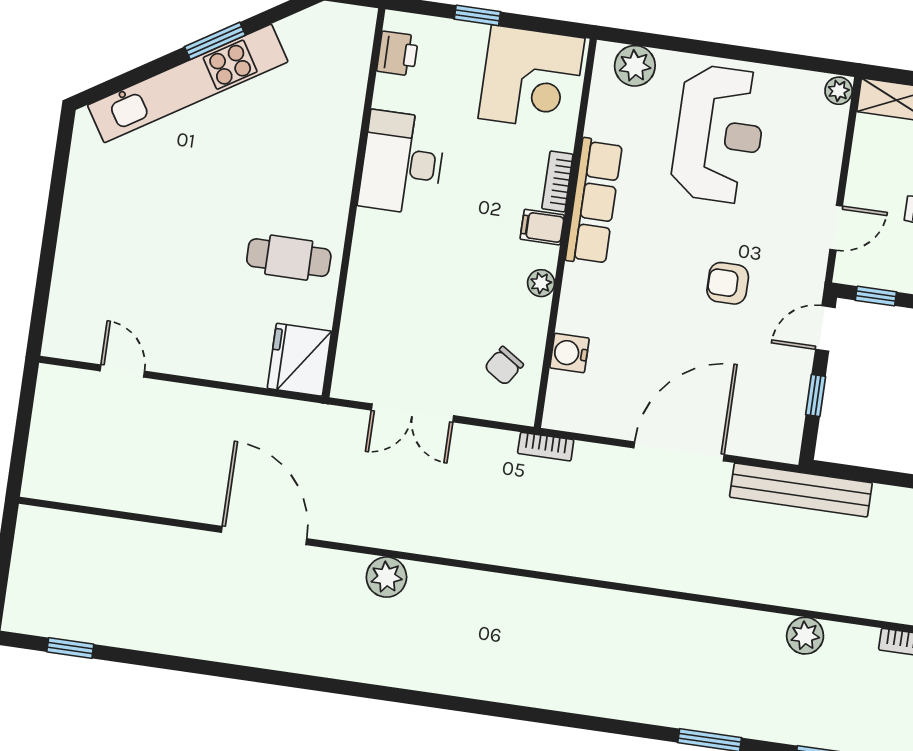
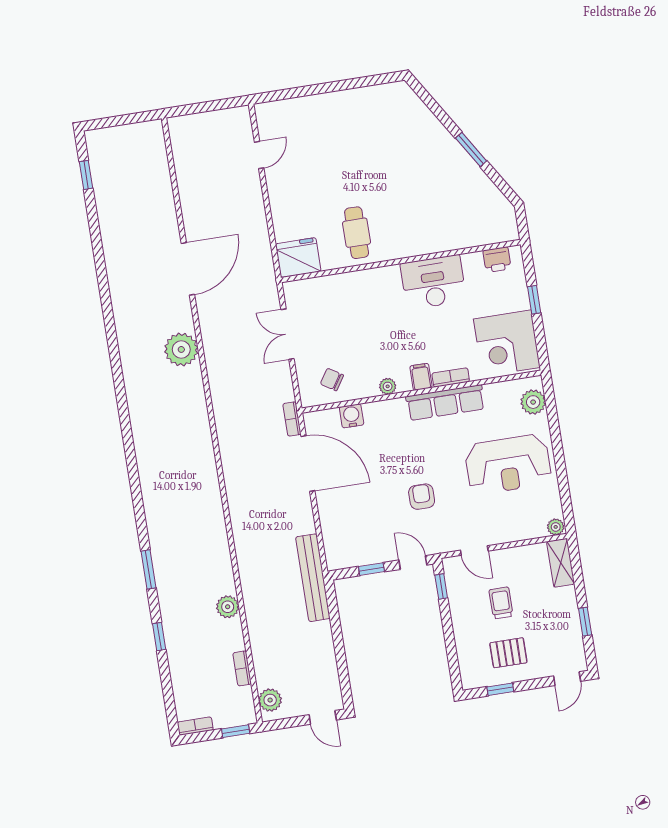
kitchen unit: (188, 83) -> (441, 141), removed
door: (679, 451) -> (308, 464), moved
plant: (386, 577) -> (181, 349), width x1.36, depth x1.36

